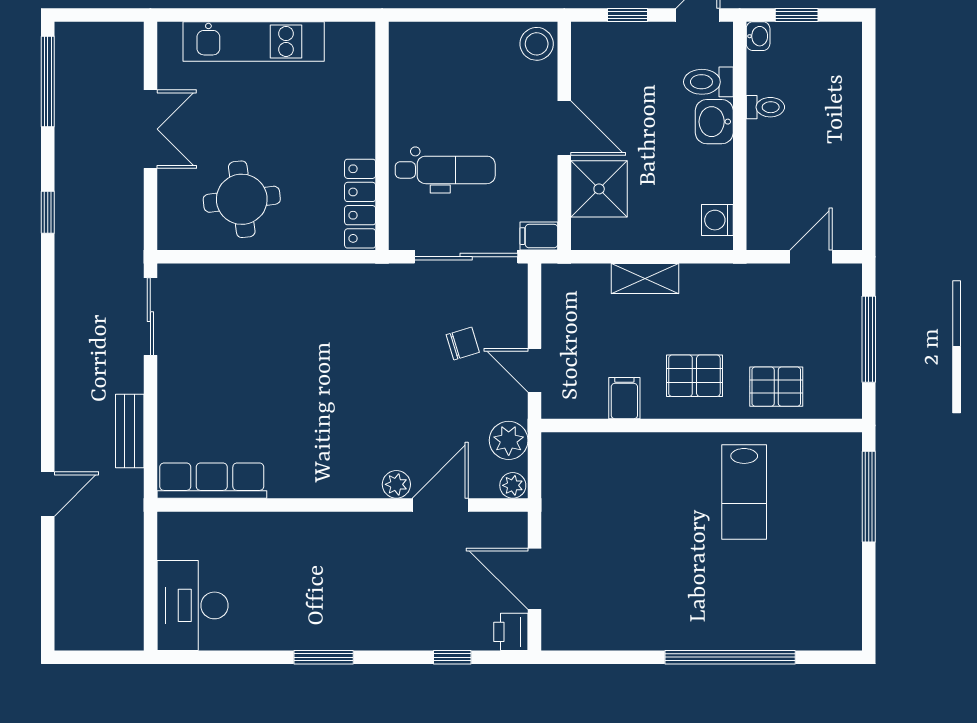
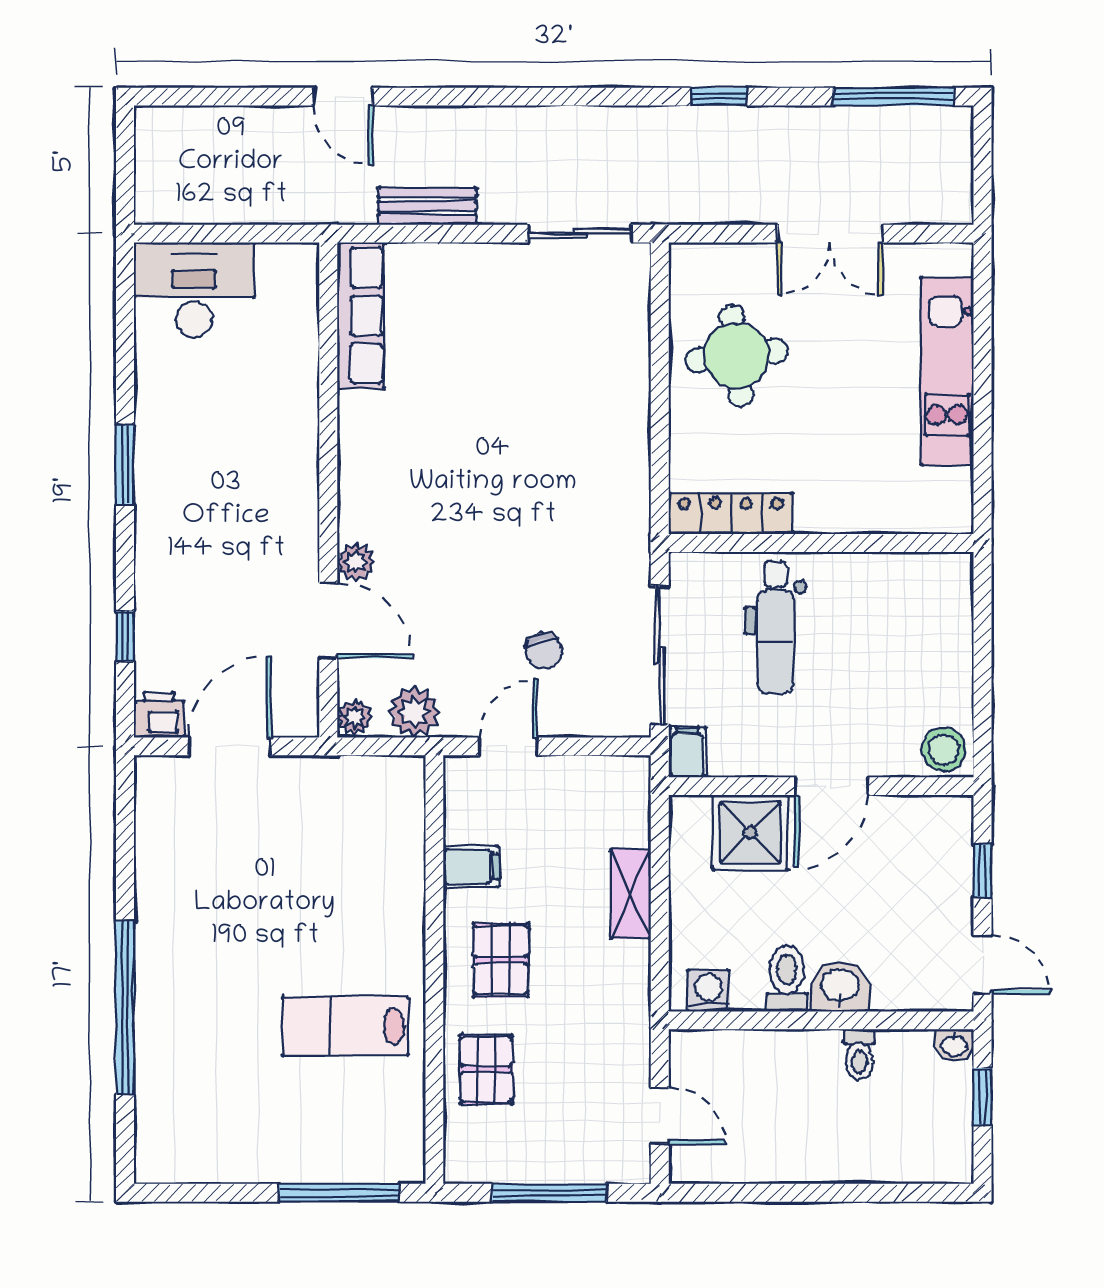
toilet: (708, 82) -> (787, 979), moved

